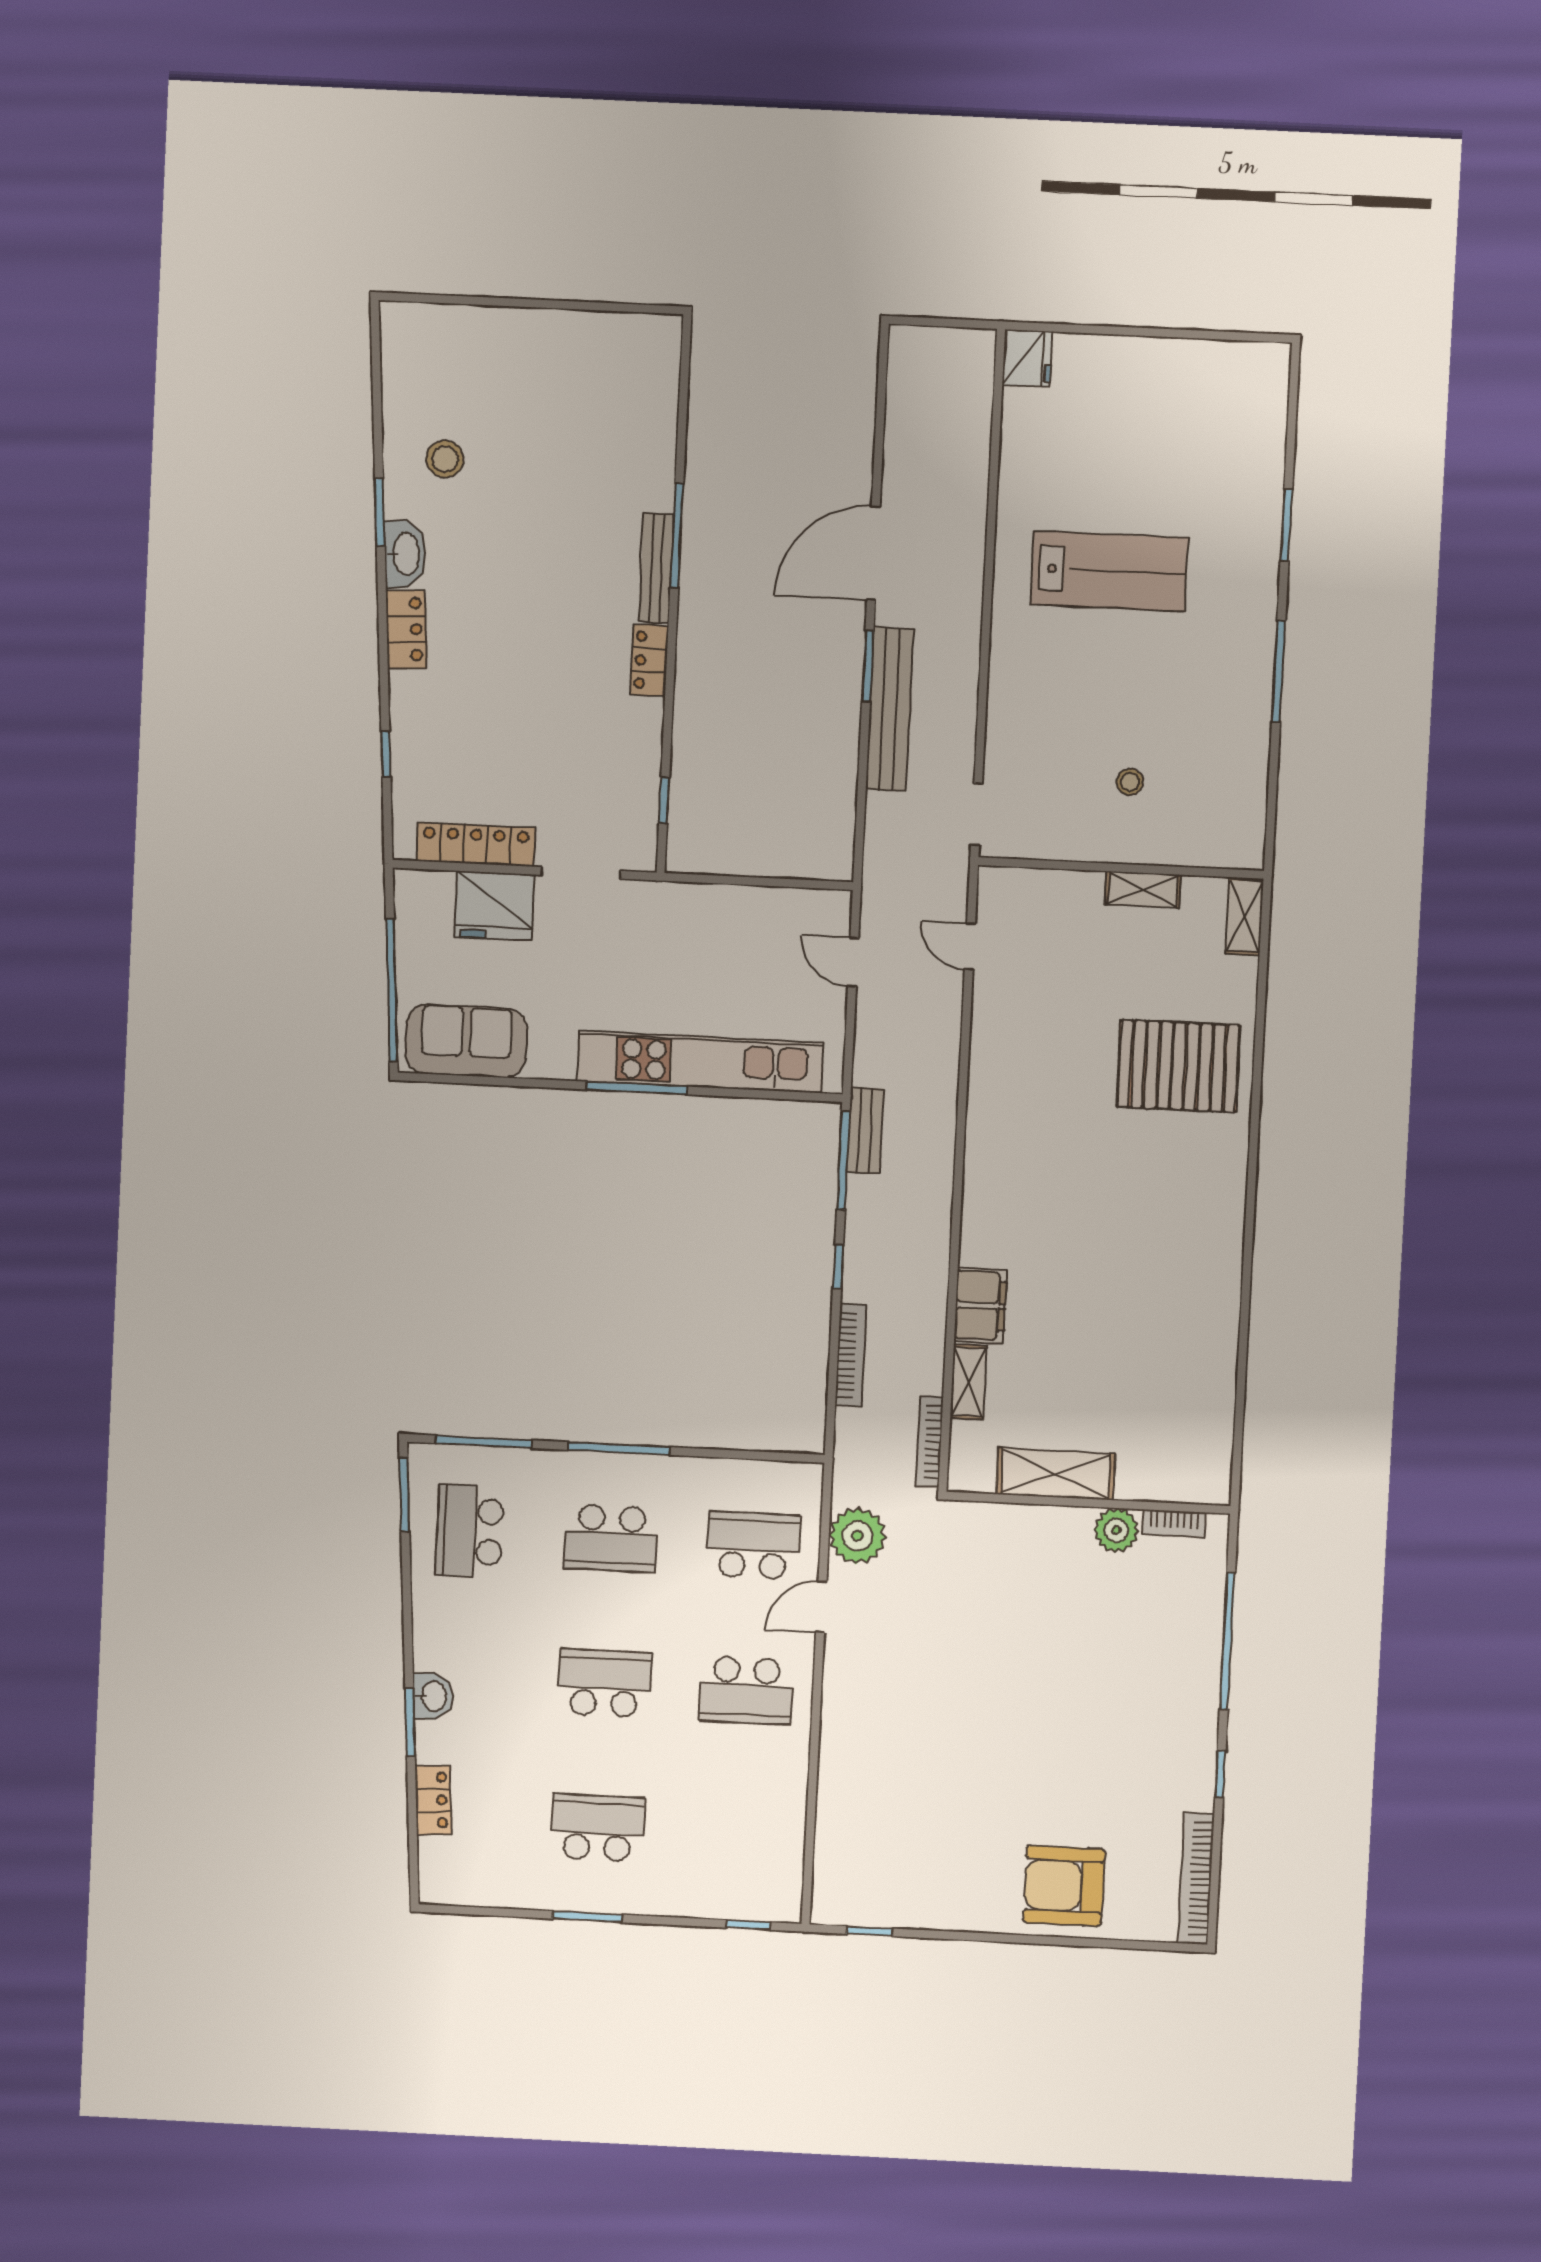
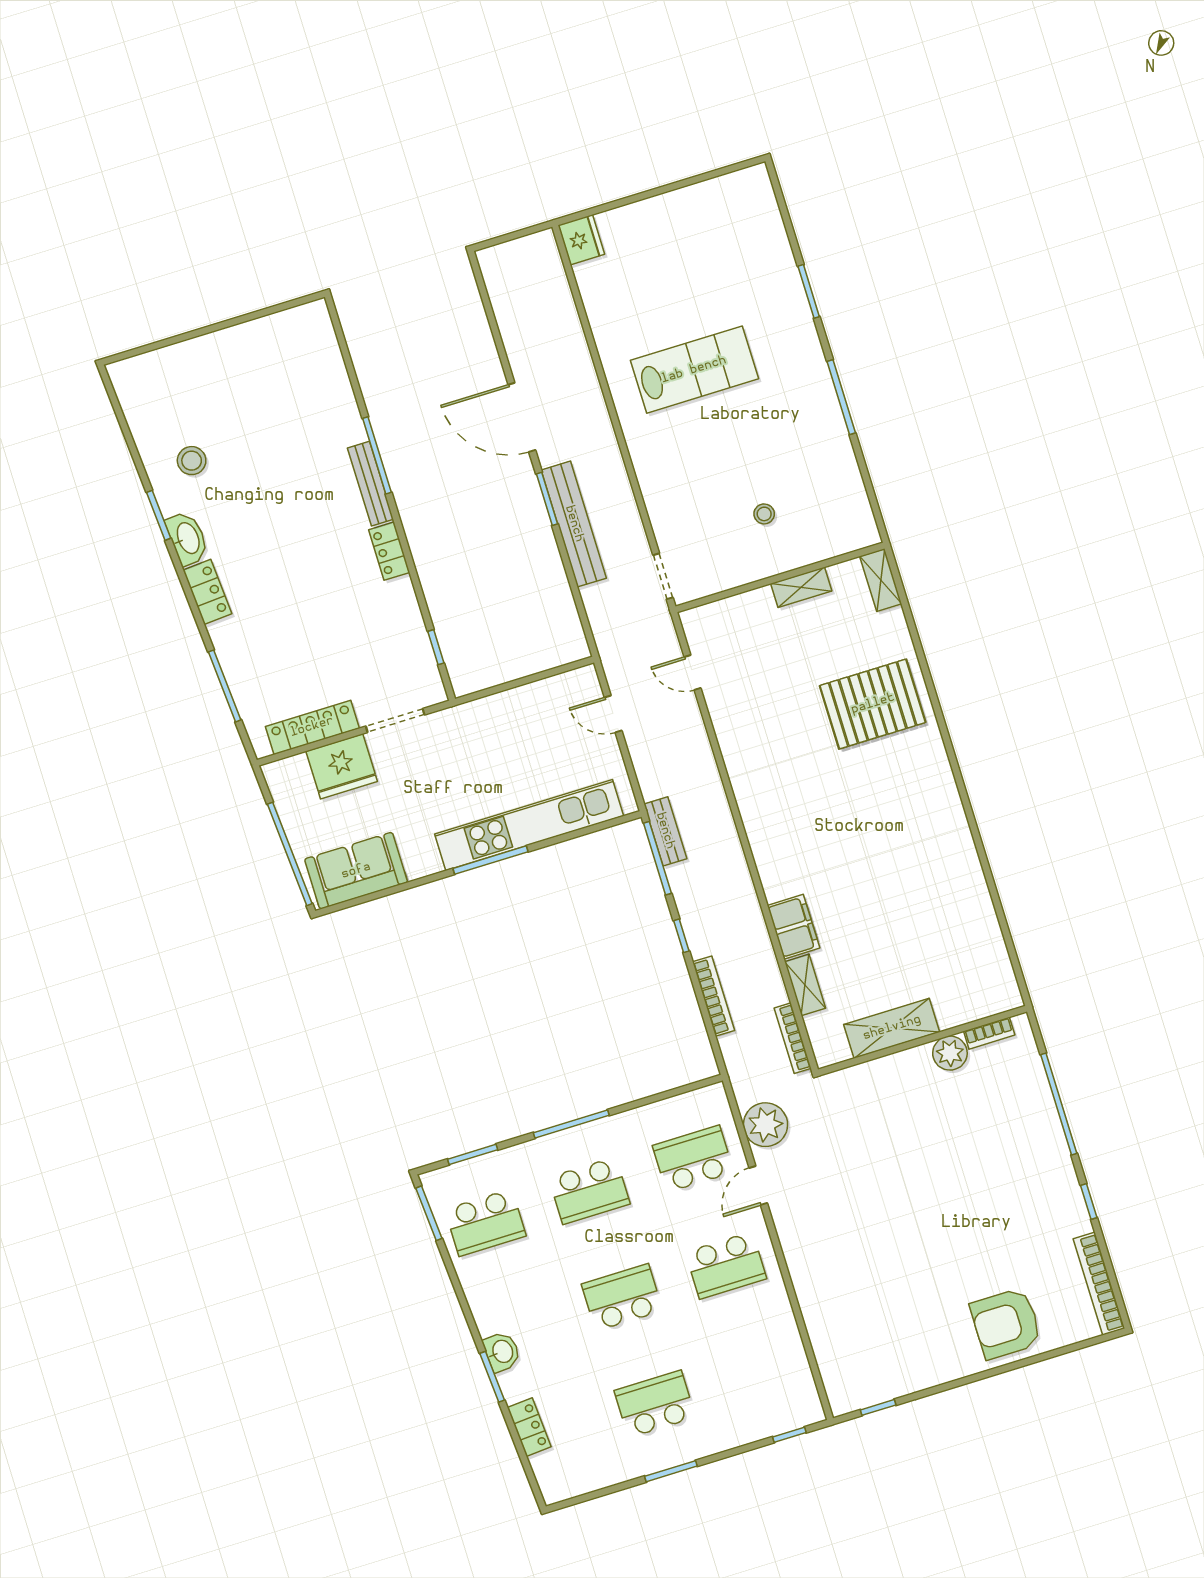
door: (873, 553) -> (522, 417), hinge flipped
window: (386, 754) -> (225, 686), width x2.17
window: (484, 1442) -> (473, 1154), width x0.69
school desk: (470, 1531) -> (485, 1223), turned -90

